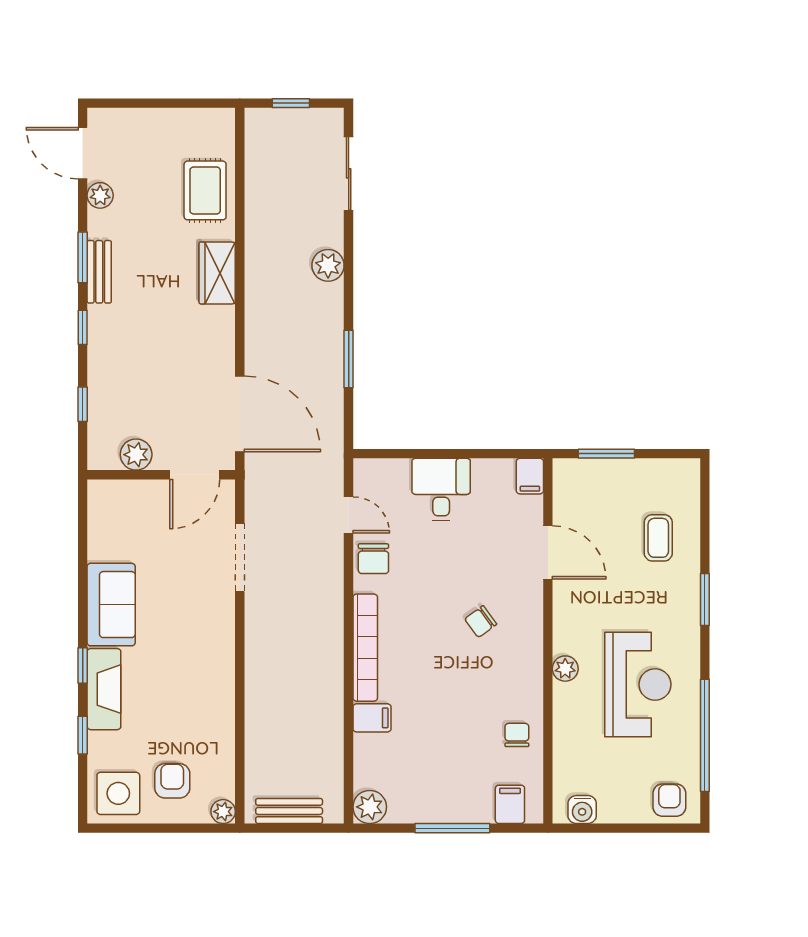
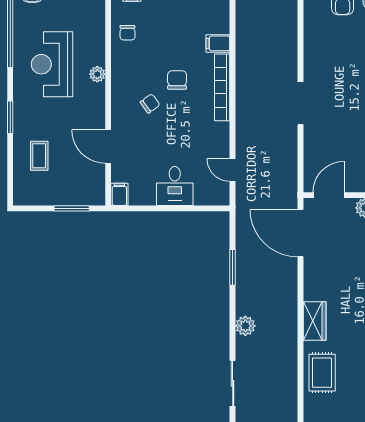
doorway: (240, 558) -> (300, 103), moved
chair: (373, 559) -> (177, 80), moved

